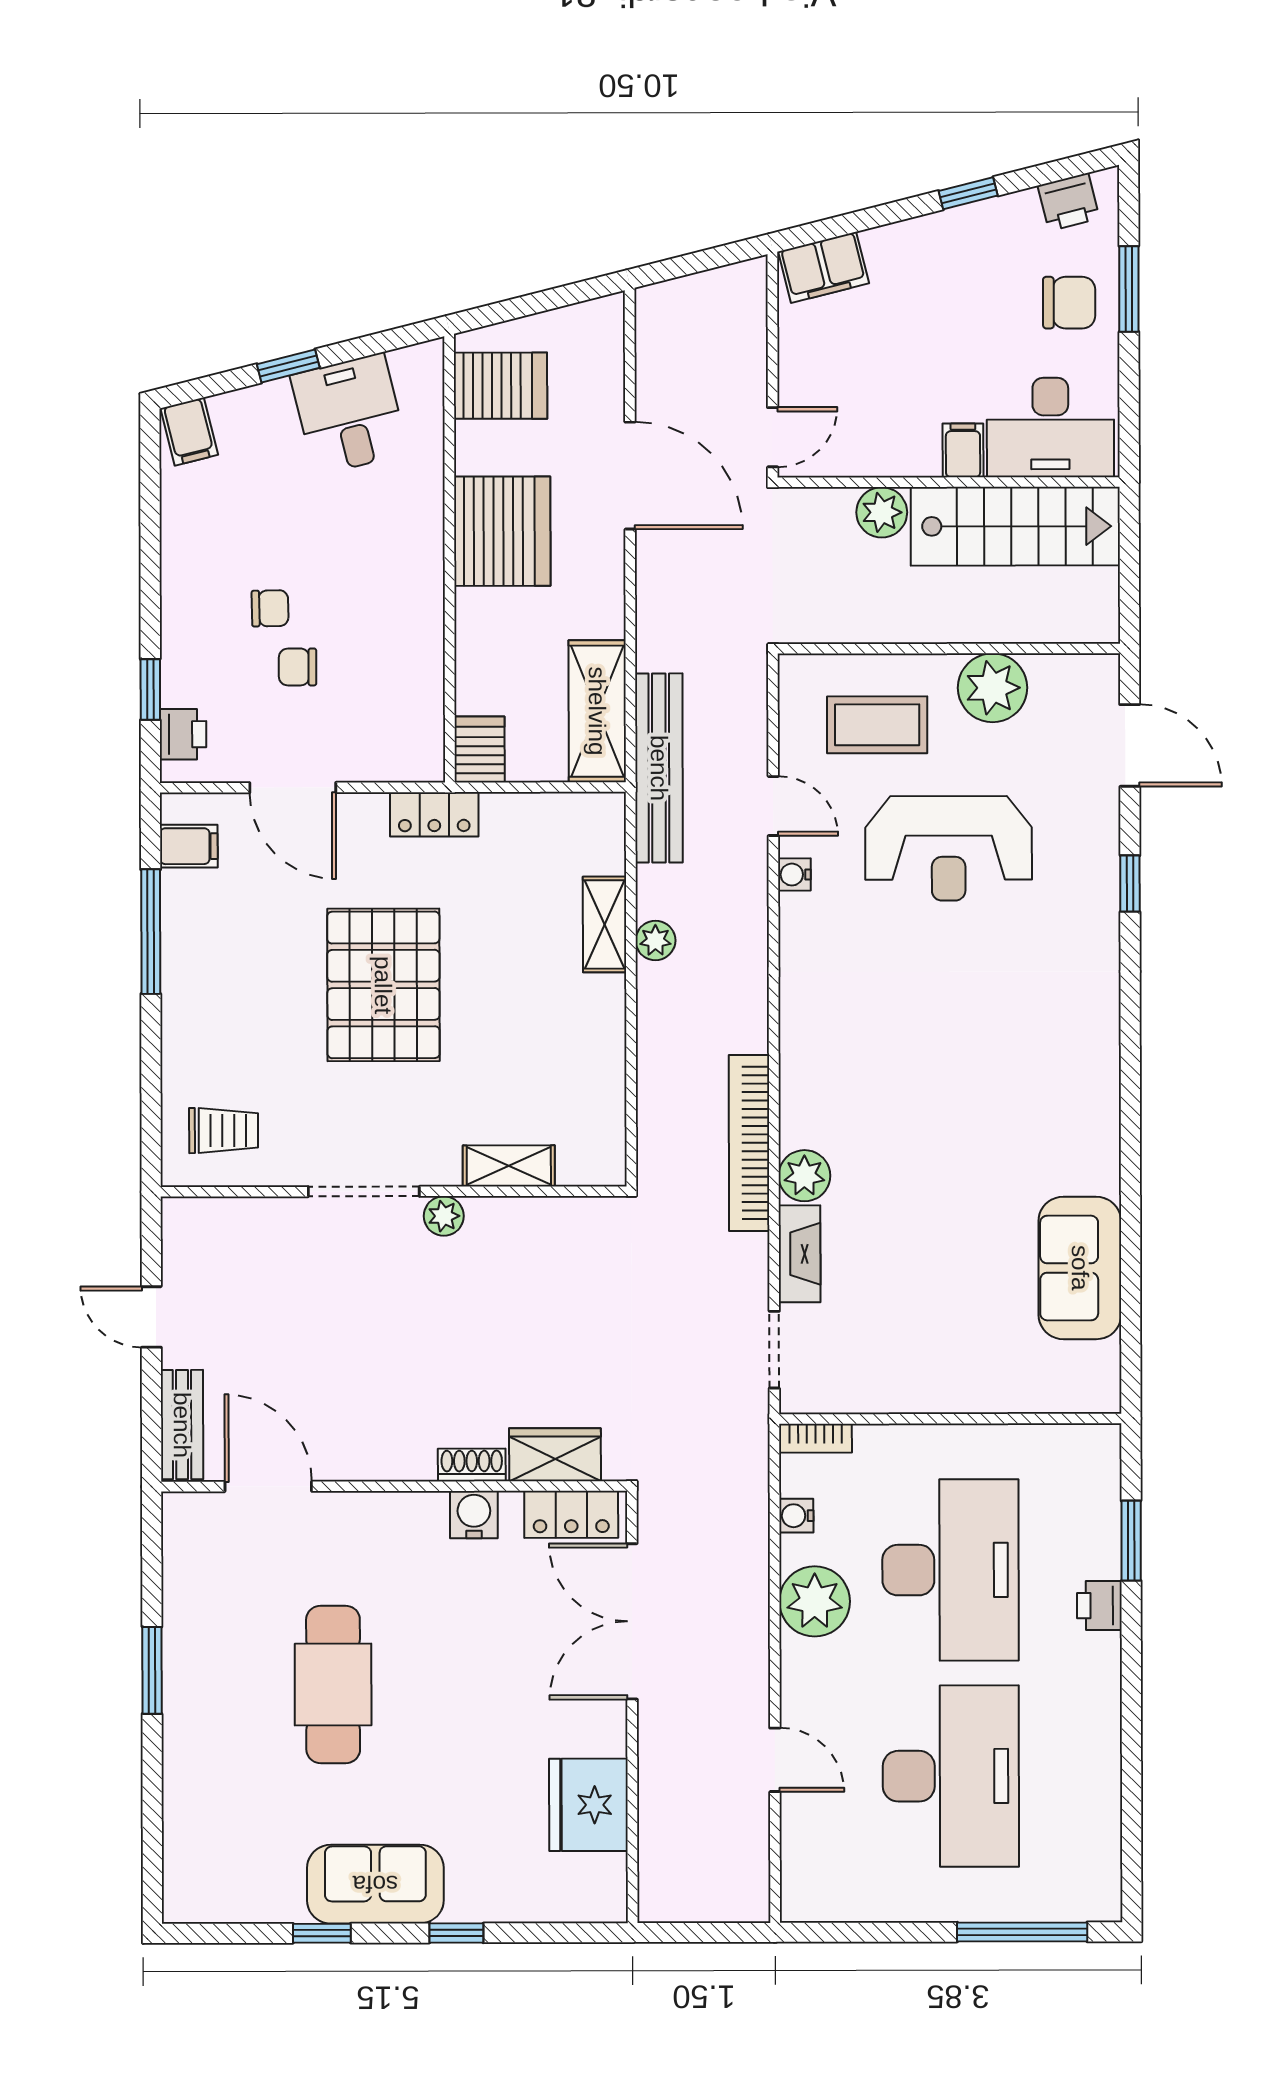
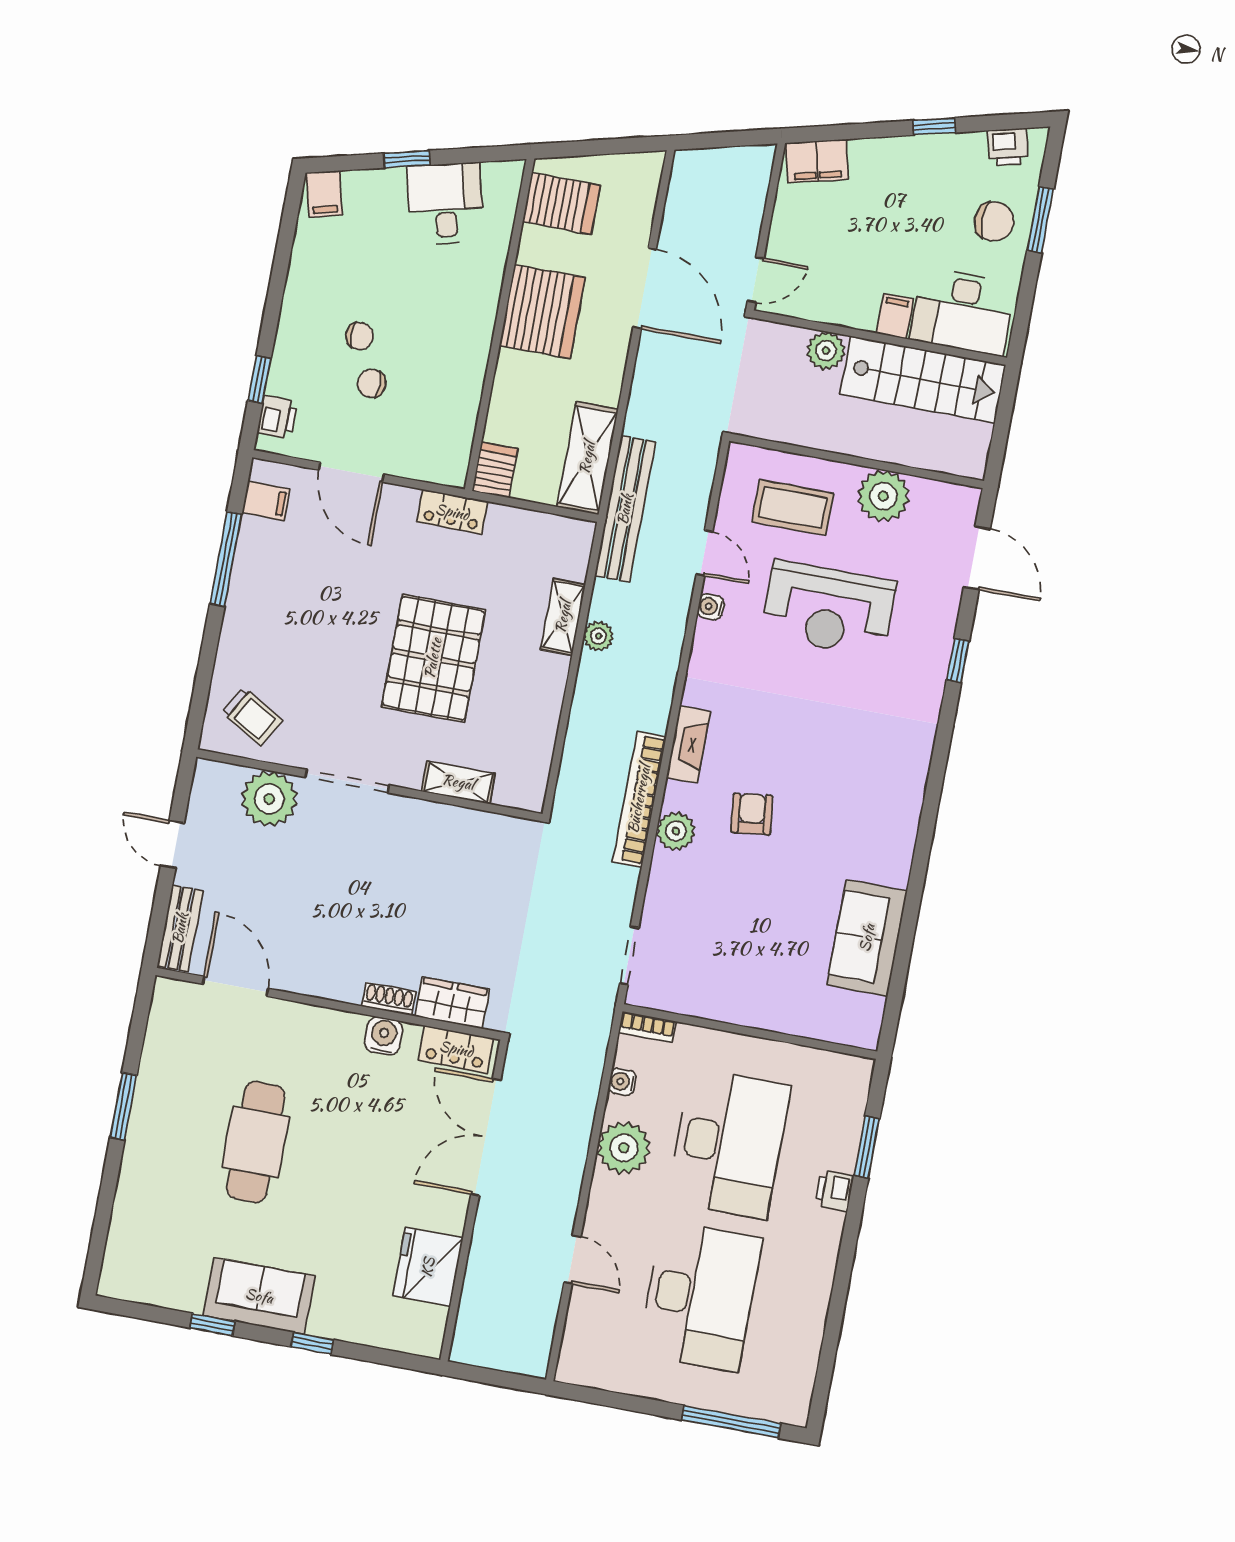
pallet: (383, 985) -> (433, 658), moved
trolley: (224, 1130) -> (252, 716), turned 30
armchair: (899, 1134) -> (752, 814), added
plant: (444, 1216) -> (269, 799), moved, width x1.87, depth x1.87
fireplace: (800, 1254) -> (688, 744), moved

